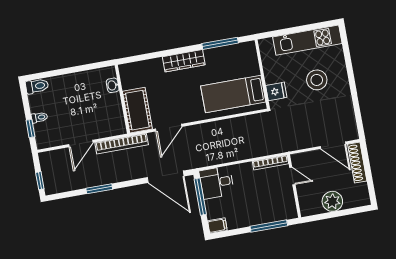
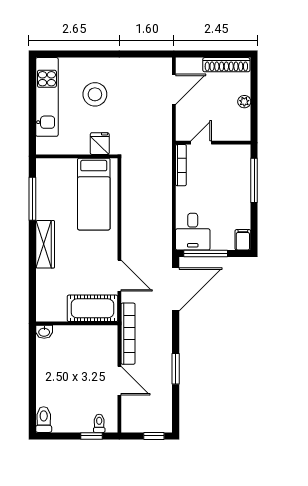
washbasin: (113, 85) -> (44, 332), moved
toilet: (39, 117) -> (99, 423), moved
shoe rack: (357, 163) -> (226, 65), moved
plant: (332, 201) -> (244, 102), width x0.53, depth x0.53

